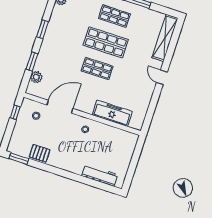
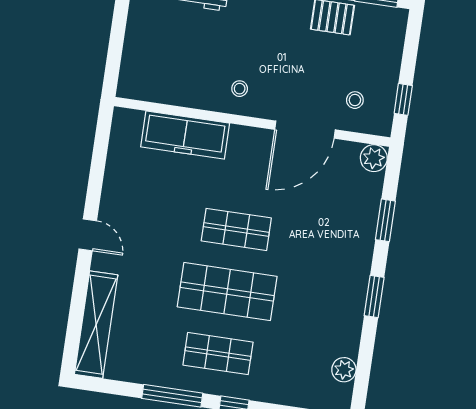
plant: (36, 77) -> (374, 158), moved

